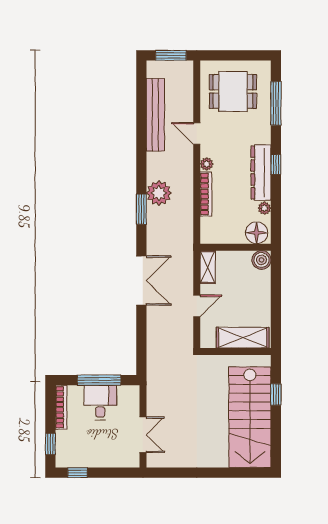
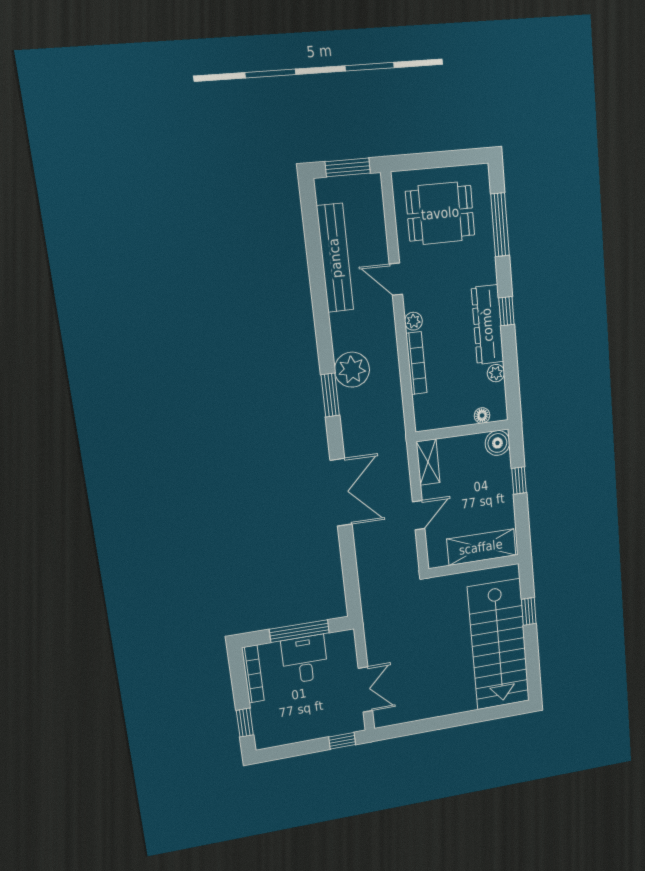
floor lamp: (257, 233) -> (482, 415), width x0.53, depth x0.53
window: (276, 291) -> (519, 481), added
window: (77, 473) -> (342, 741), moved

